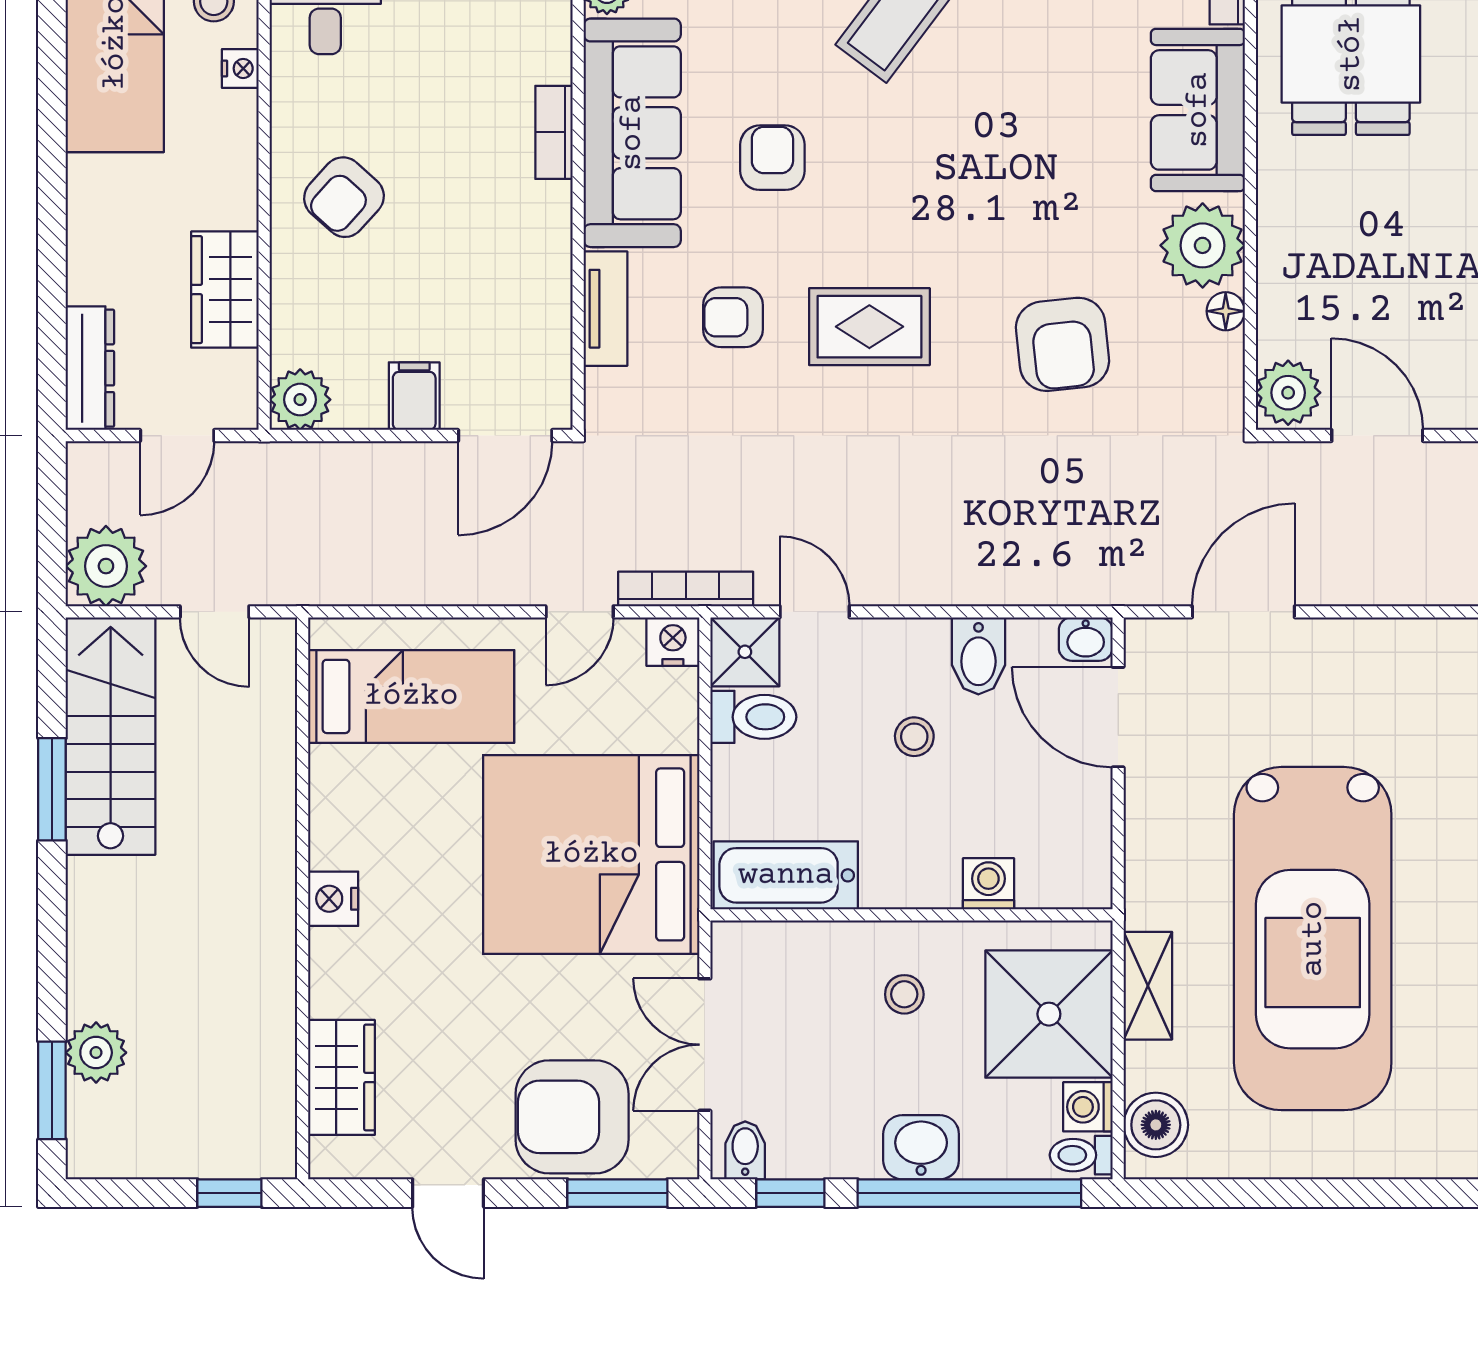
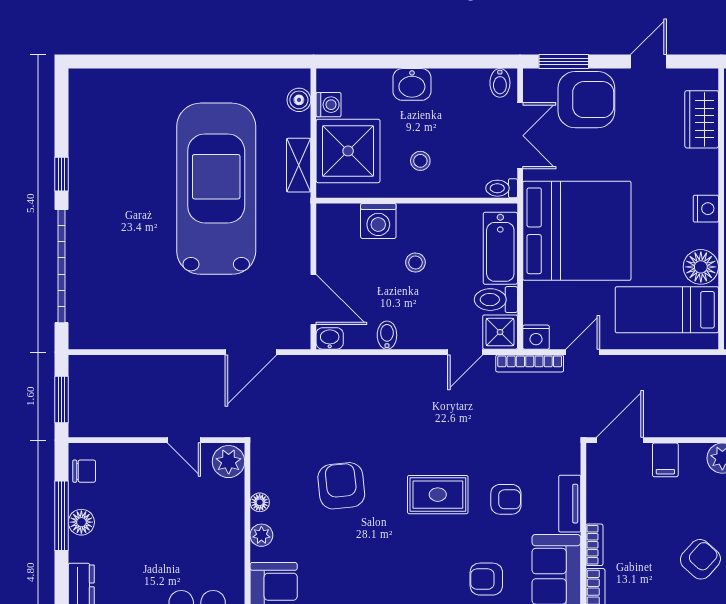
armchair: (772, 158) -> (486, 579), turned 90
bookcase: (556, 226) -> (594, 545), added
plant: (1203, 245) -> (261, 535), width x0.53, depth x0.53
door: (1377, 436) -> (184, 440), width x0.73
door: (815, 612) -> (465, 352), hinge flipped
bidet: (978, 656) -> (387, 335), width x0.72, depth x0.74
stool: (914, 737) -> (415, 262), moved
floor lamp: (343, 782) -> (701, 267), added
bathtub: (786, 875) -> (500, 248), moved, turned 90
washing machine: (988, 884) -> (378, 221), width x1.38, depth x1.38
boiler: (1156, 1125) -> (299, 100), width x0.73, depth x0.73
toilet: (1081, 1155) -> (502, 188), moved, turned 180
door: (448, 1193) -> (648, 62), hinge flipped
window: (790, 1193) -> (477, 62), removed
window: (969, 1193) -> (388, 62), removed

